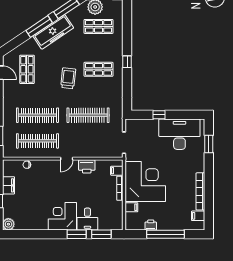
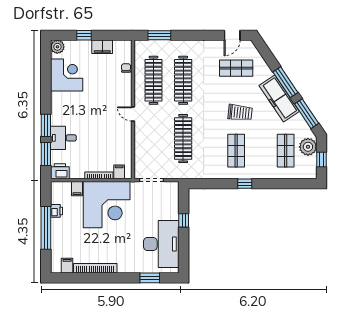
trolley: (68, 78) -> (240, 113), moved
printer: (87, 166) -> (60, 171), moved, turned 90
corner desk: (62, 216) -> (67, 75), moved

